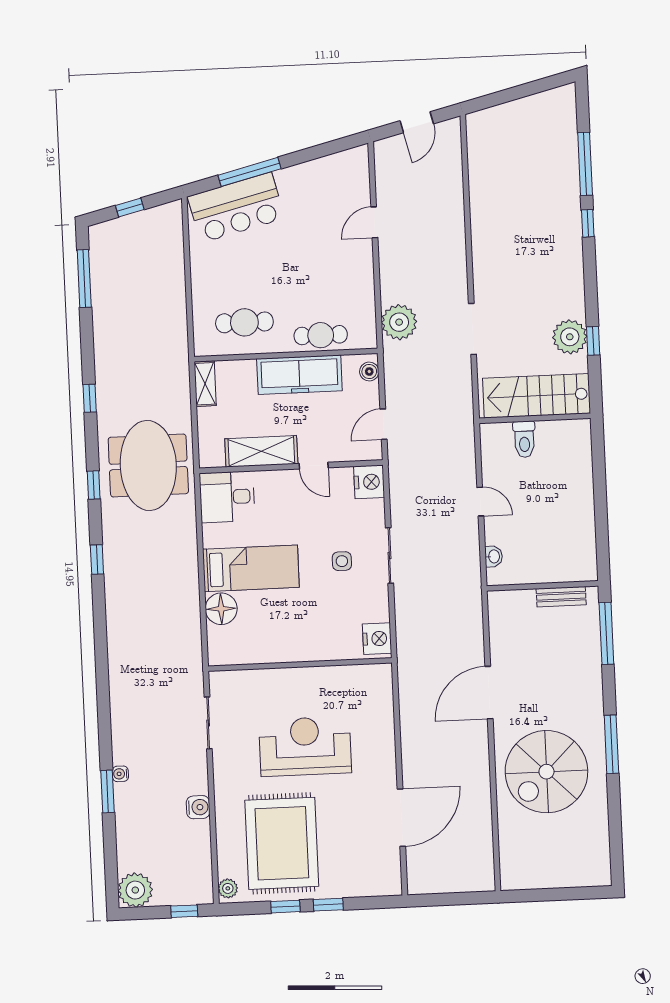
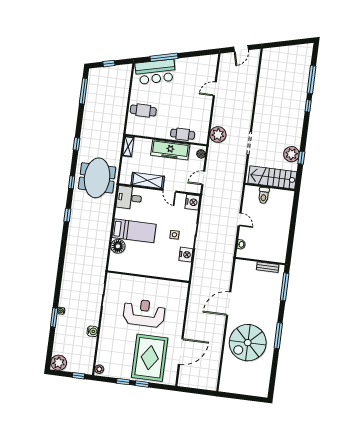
cafe table: (244, 322) -> (143, 111), moved
nightstand: (377, 639) -> (186, 255), moved
rug: (282, 843) -> (150, 358), moved

